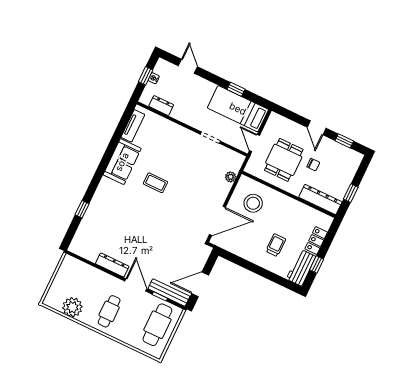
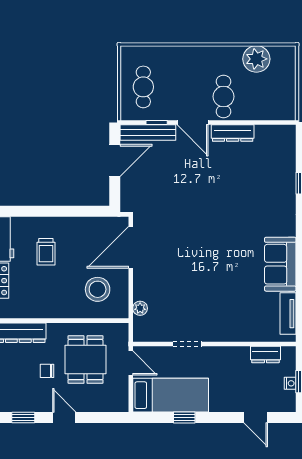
coffee table: (155, 183) -> (228, 258), removed
cafe table: (109, 311) -> (224, 97), moved
cafe table: (157, 325) -> (143, 87), width x0.73, depth x0.74

